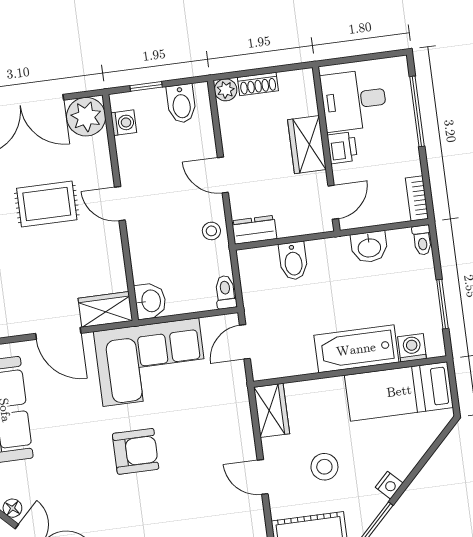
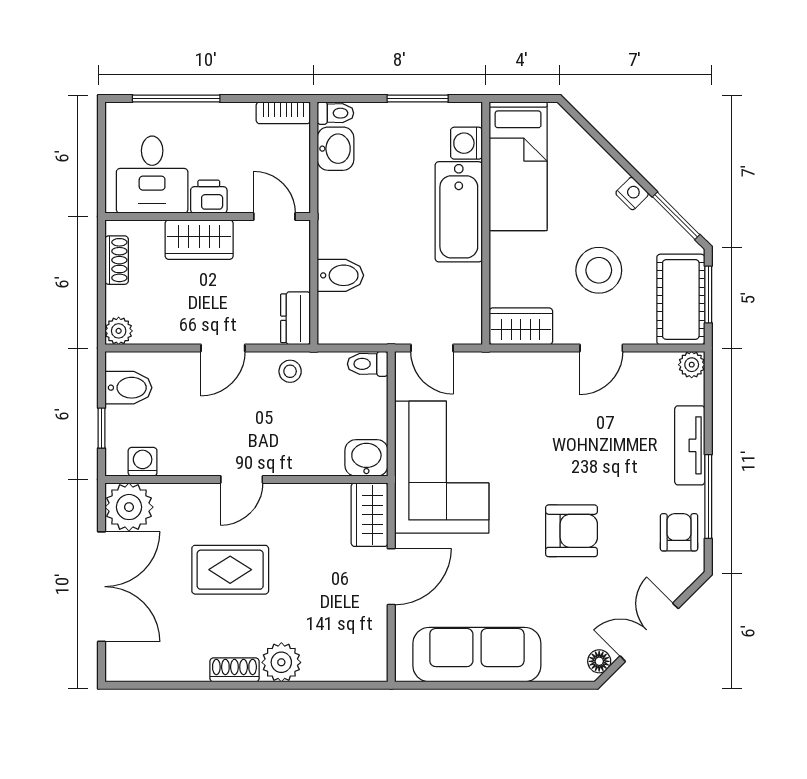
shoe rack: (258, 84) -> (117, 260), moved
rug: (47, 204) -> (230, 570), turned 90
washbasin: (369, 247) -> (336, 149), moved
armchair: (136, 451) -> (572, 531), moved, turned 90
stool: (324, 467) -> (599, 270), width x1.38, depth x1.38

